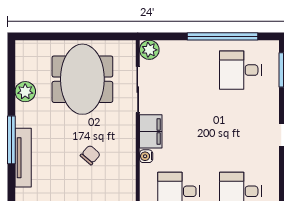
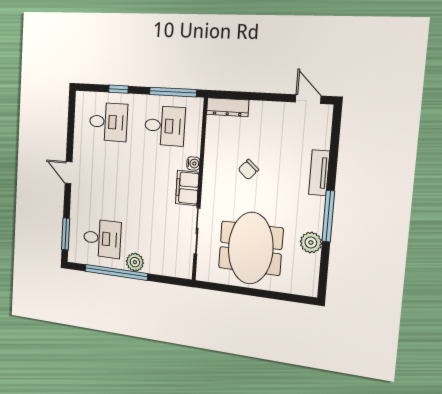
plant: (149, 50) -> (135, 262), moved
window: (11, 140) -> (328, 216), moved
tv unit: (23, 158) -> (319, 173), width x0.71

